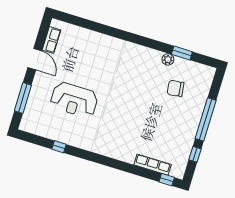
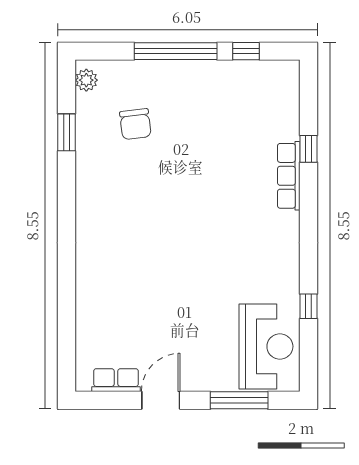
plant: (168, 59) -> (86, 80), moved
reception desk: (74, 100) -> (266, 346), moved
row of seats: (153, 165) -> (289, 176), moved
window: (167, 180) -> (308, 149), moved

